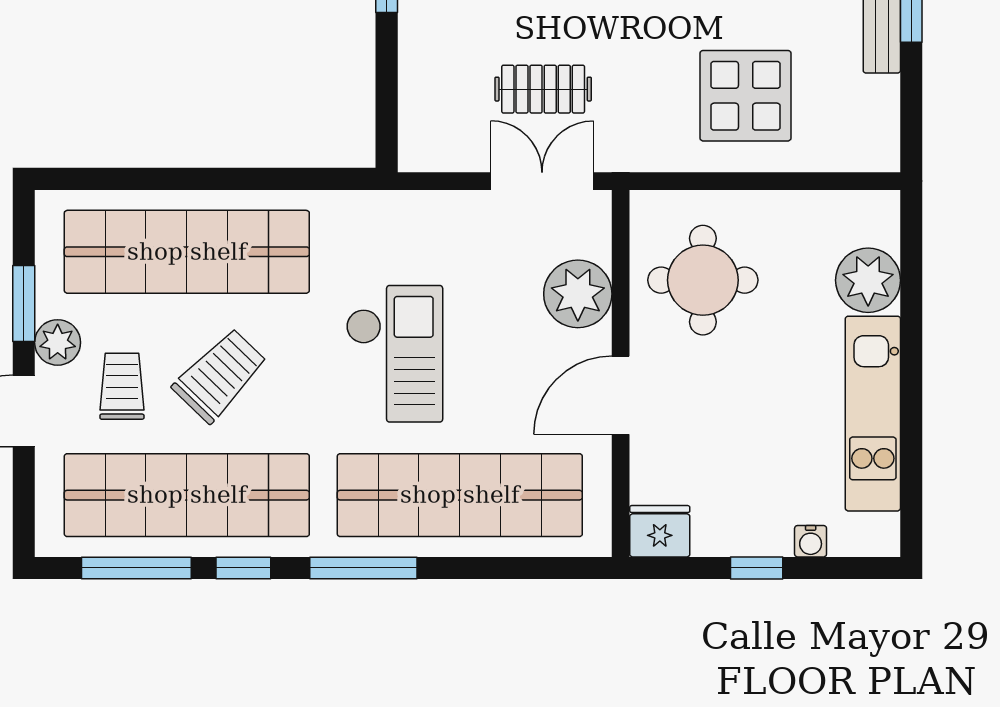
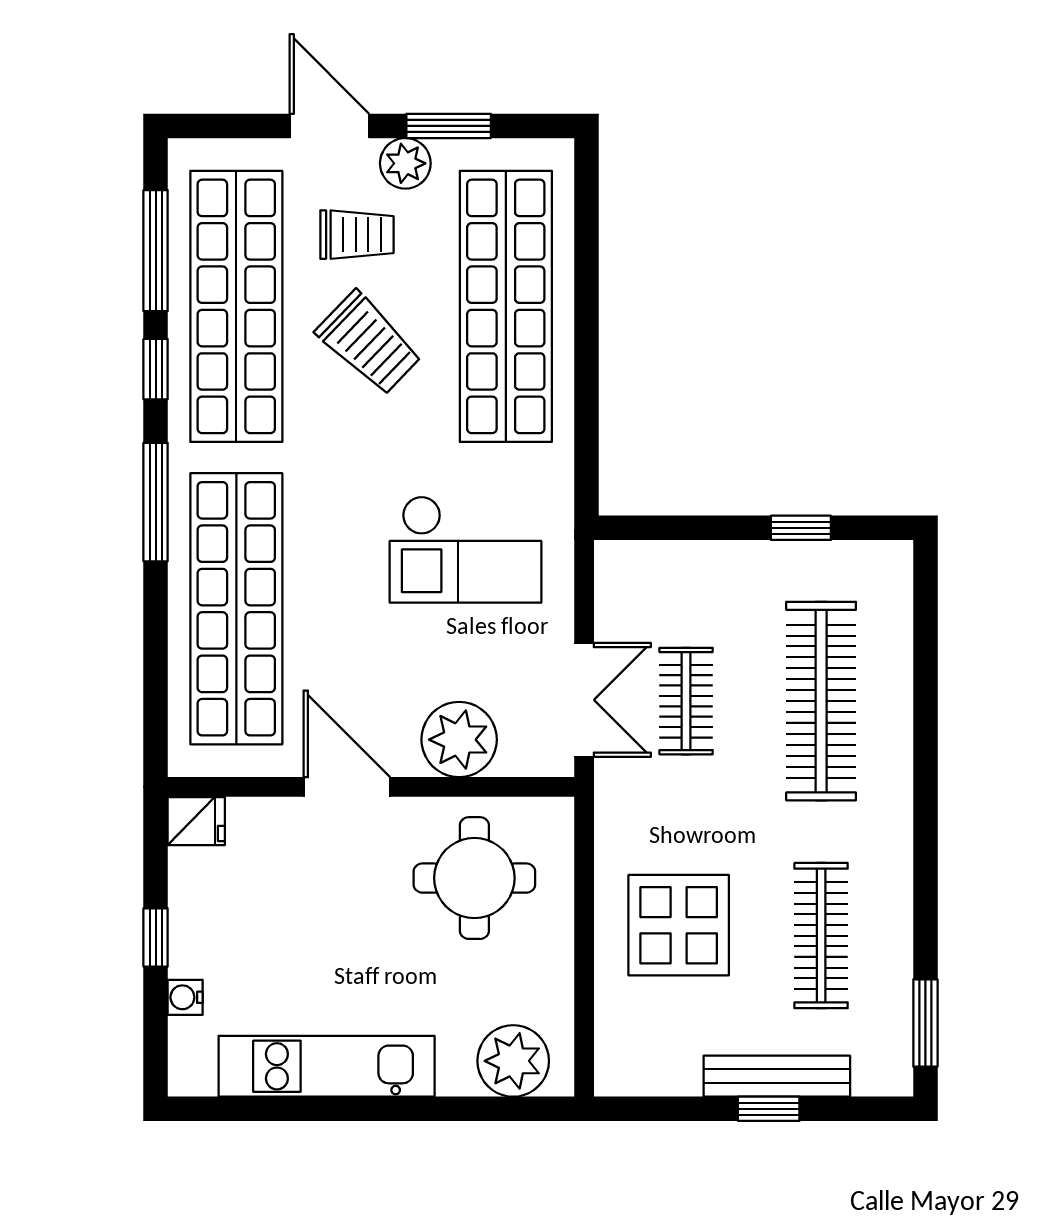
plant: (868, 280) -> (513, 1061), moved
checkout: (394, 354) -> (466, 549), moved
fridge: (660, 531) -> (196, 821), width x0.72

